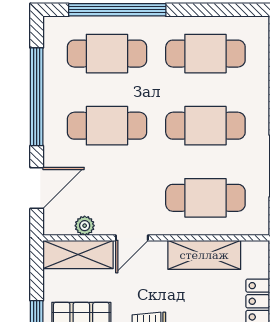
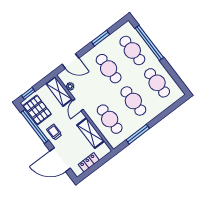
window: (37, 97) -> (100, 38), width x0.47
door: (132, 238) -> (78, 105), hinge flipped

